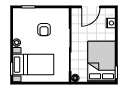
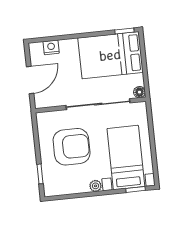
door: (91, 7) -> (30, 80), hinge flipped
armchair: (44, 30) -> (72, 147), width x1.88, depth x1.88

